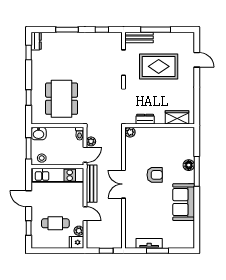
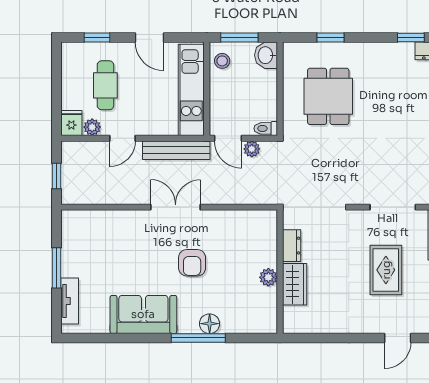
rug: (159, 66) -> (386, 270), width x0.73, depth x0.70
dining table: (62, 99) -> (328, 96), width x0.73
wardrobe: (177, 117) -> (295, 284), moved
plant: (130, 132) -> (268, 277), moved
door: (29, 199) -> (149, 37), swing flipped
tv unit: (149, 243) -> (70, 301), moved

